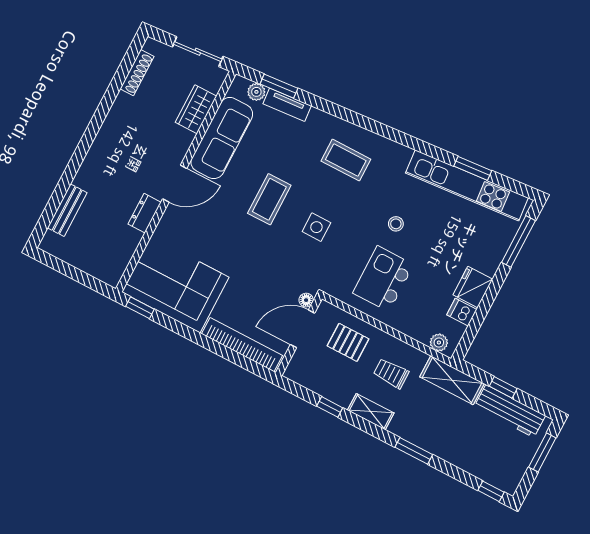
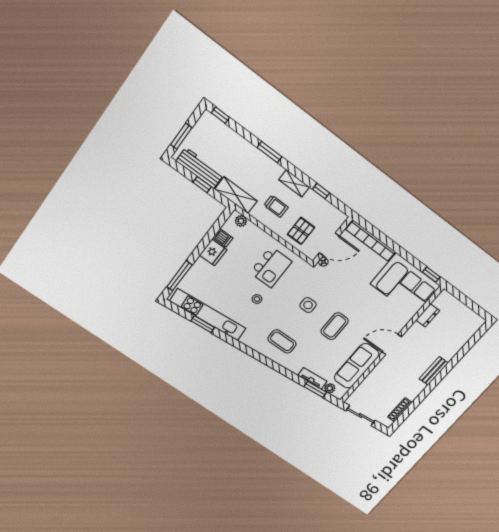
wardrobe: (196, 109) -> (369, 384), removed
bench: (67, 210) -> (434, 371), moved
dresser: (145, 213) -> (428, 315), moved
pallet: (348, 342) -> (301, 231), turned 90

